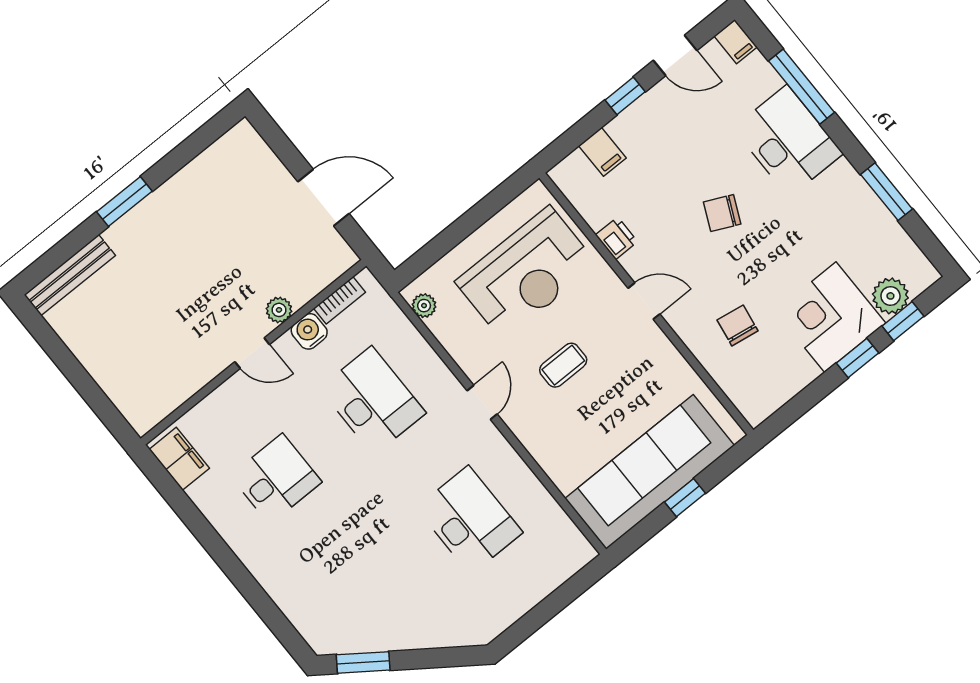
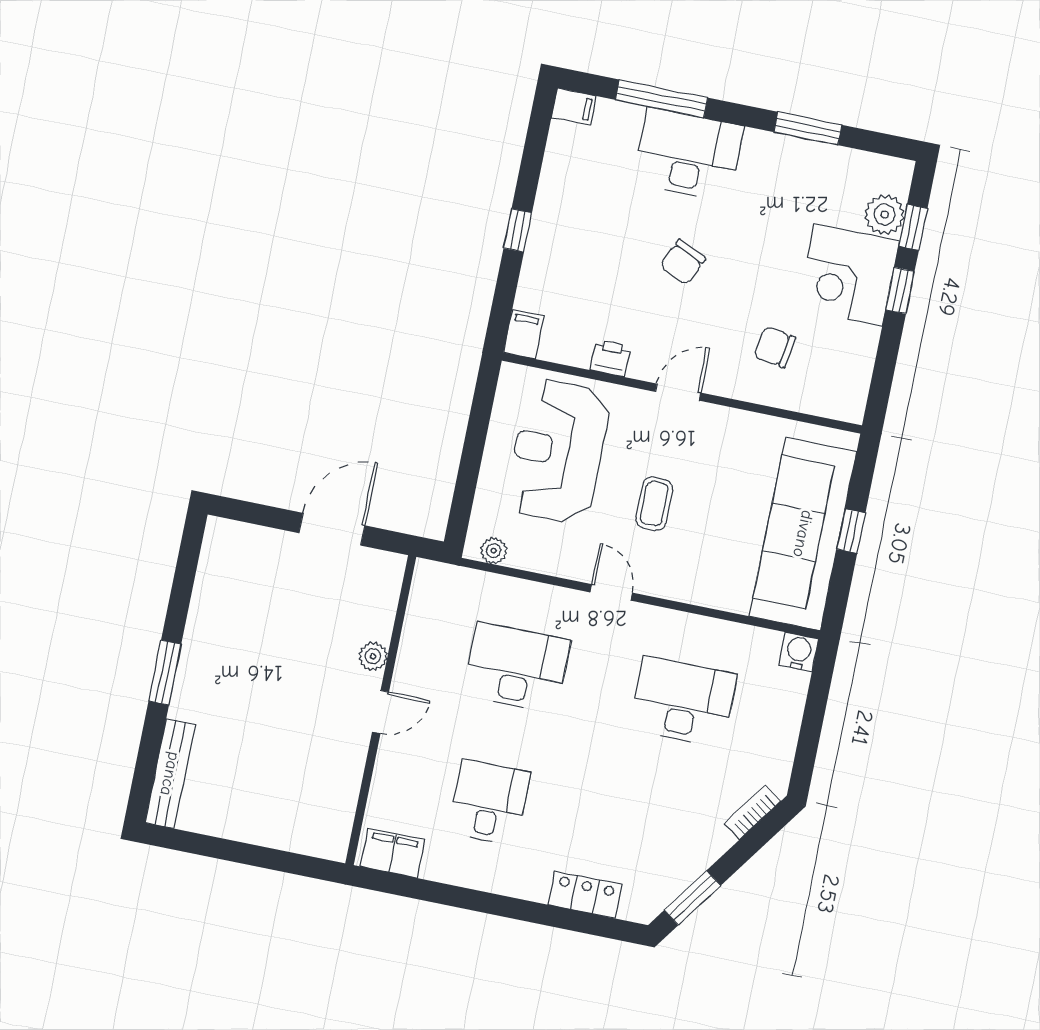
door: (675, 55) -> (532, 161), removed
filing cabinet: (602, 152) -> (524, 334), moved, turned -90
reception desk: (526, 273) -> (558, 451), turned 180
bookcase: (340, 300) -> (752, 812), moved, turned -145
water cooler: (309, 331) -> (799, 652), moved, turned 90
locker: (290, 598) -> (585, 895), added

